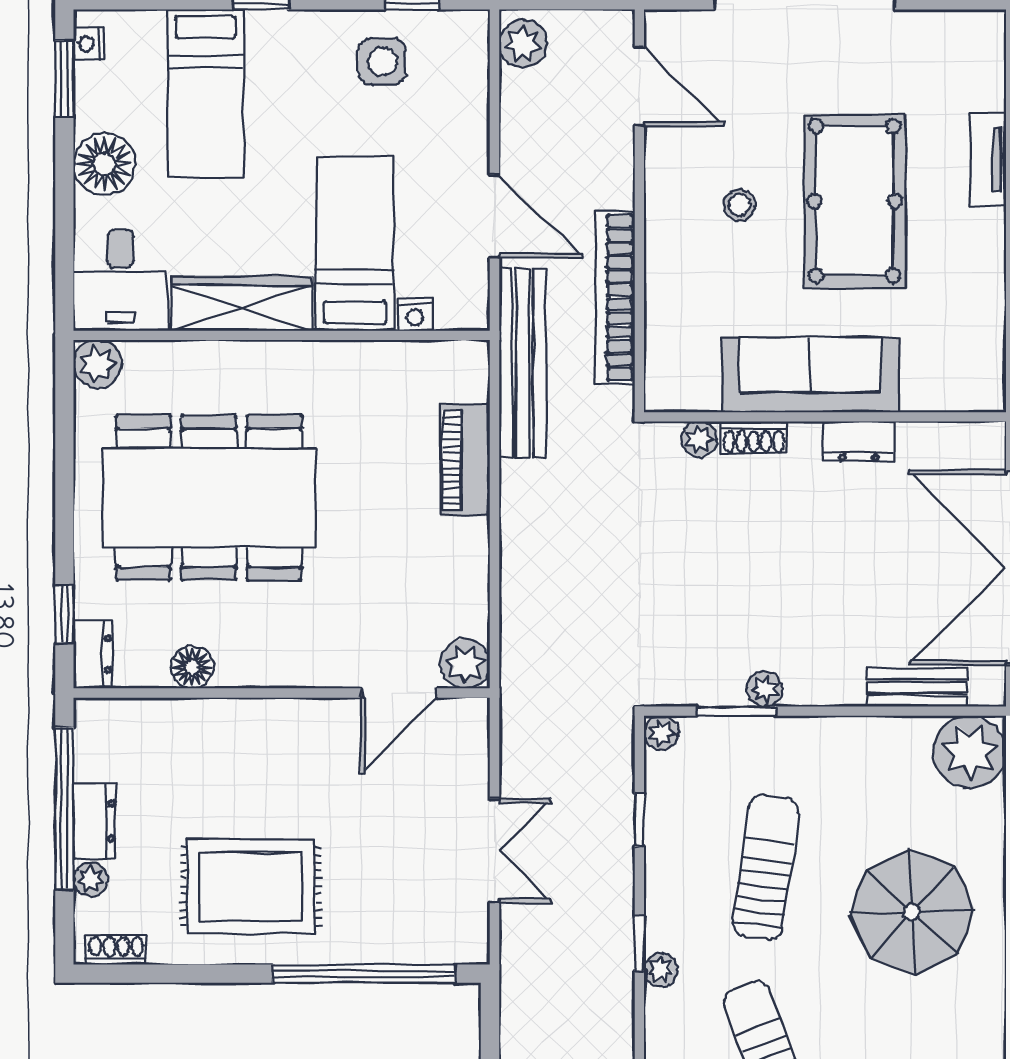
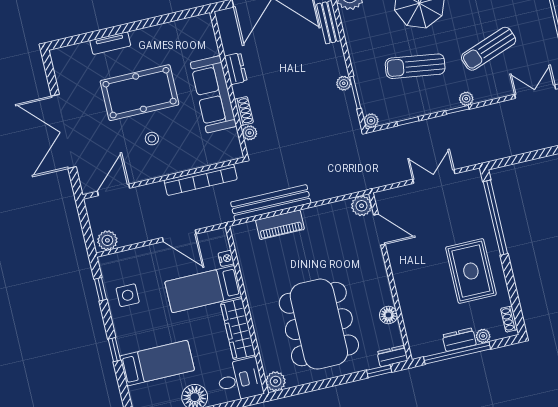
door: (495, 216) -> (179, 236), swing flipped
bench: (523, 363) -> (271, 203), moved

